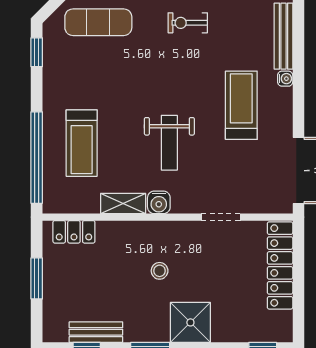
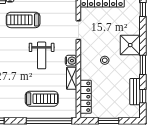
weight bench: (169, 143) -> (42, 55), turned 90
locker: (74, 232) -> (86, 97), width x1.53

